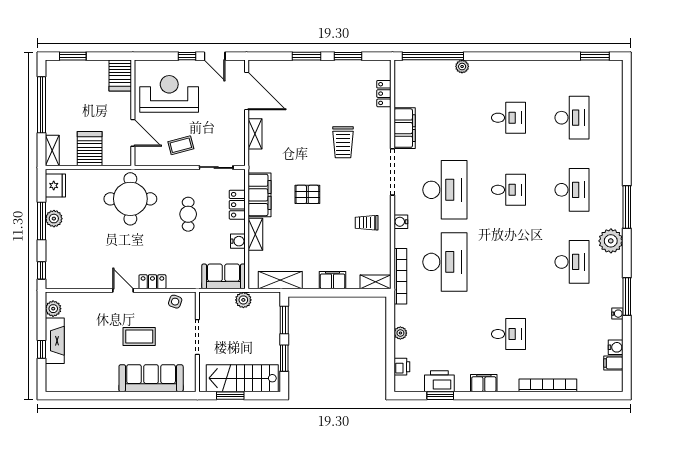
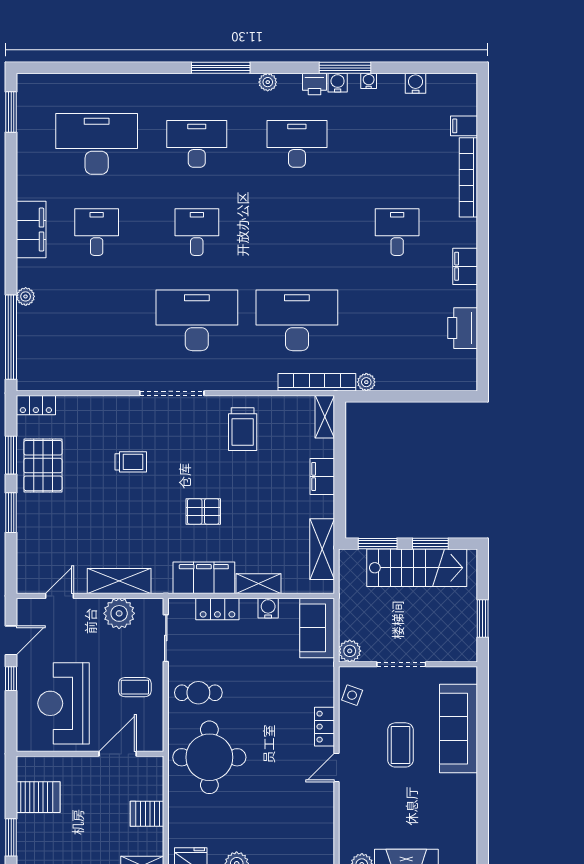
server rack: (120, 76) -> (38, 797), moved
pallet: (340, 79) -> (43, 466), added
door: (247, 91) -> (59, 596), width x0.53
locker: (384, 94) -> (36, 405), moved
desk: (572, 118) -> (97, 144), width x1.36, depth x1.30
filing cabinet: (405, 128) -> (31, 230), moved, turned 90
plant: (234, 134) -> (119, 613), added
shelving: (255, 134) -> (119, 581), width x1.50, depth x1.33
trolley: (343, 142) -> (131, 462), width x0.73, depth x0.72
coffee table: (181, 145) -> (135, 687), turned -75
server rack: (90, 149) -> (147, 814), width x0.73, depth x0.70
pallet: (307, 194) -> (203, 511), turned 90
cafe table: (188, 214) -> (198, 693), moved
water cooler: (401, 222) -> (338, 83), moved, turned 180
trolley: (367, 223) -> (243, 429), width x1.36, depth x1.39
plant: (611, 241) -> (268, 82), width x0.53, depth x0.53
plant: (243, 300) -> (350, 651), moved
plant: (400, 333) -> (366, 382), moved
filing cabinet: (613, 363) -> (464, 126), moved, turned 90
printer: (402, 367) -> (314, 84), moved, turned 180
stairs: (242, 378) -> (417, 568), moved, turned -90
window: (440, 396) -> (483, 327), removed

